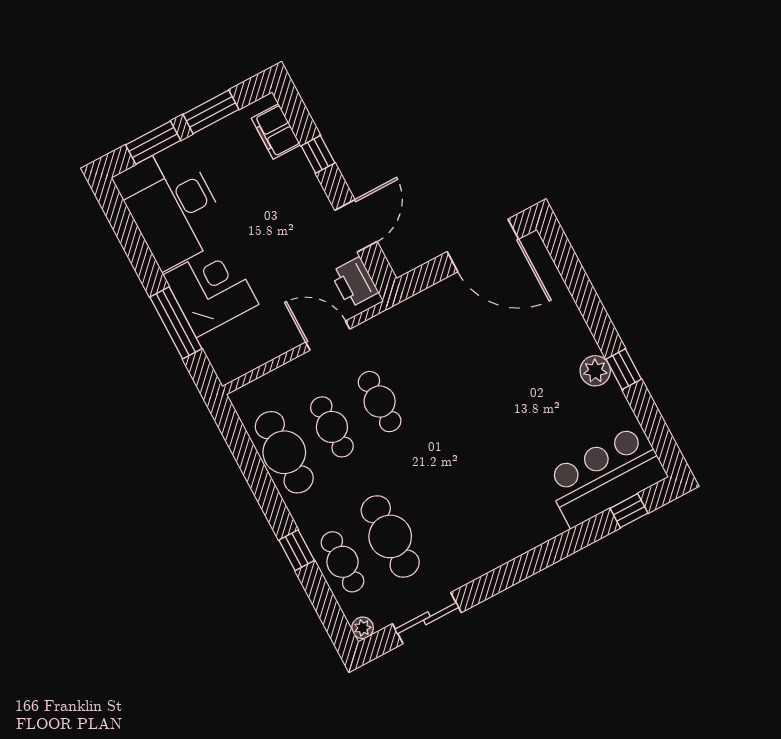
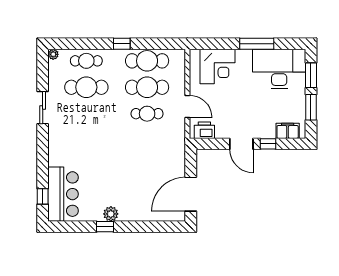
door: (356, 226) -> (241, 144), moved
corner desk: (211, 290) -> (218, 66), moved
window: (176, 323) -> (257, 44), moved
door: (328, 336) -> (187, 106), hinge flipped
cafe table: (332, 427) -> (147, 87), width x1.37, depth x1.35
window: (297, 550) -> (122, 44), moved
sliding door: (427, 618) -> (43, 108), moved

